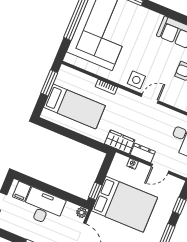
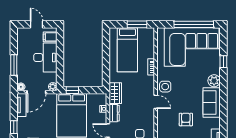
plant: (153, 19) -> (214, 81), added

